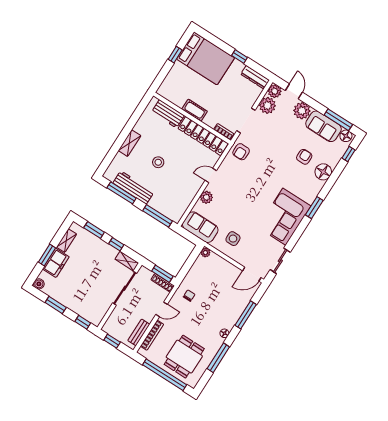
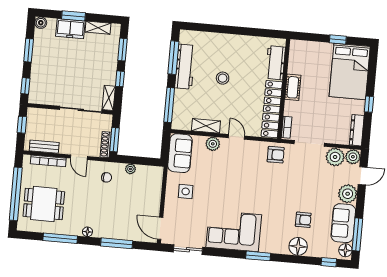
shelving: (129, 143) -> (206, 126), moved
armchair: (241, 152) -> (276, 155), turned 180
plant: (205, 253) -> (130, 169), moved

